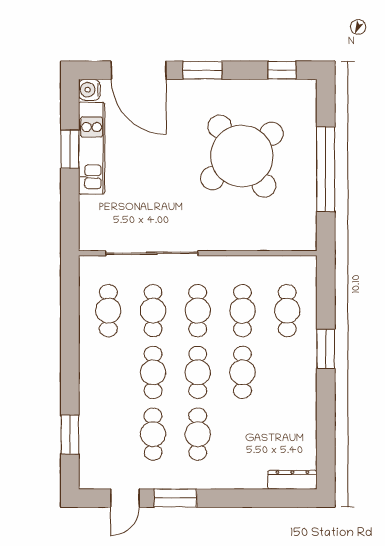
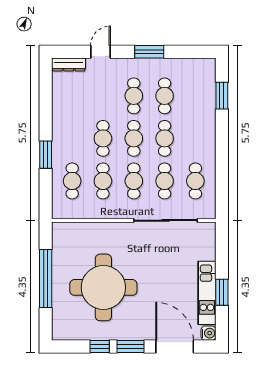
window: (282, 70) -> (100, 347), moved
round table: (242, 156) -> (103, 287), turned 37
door: (125, 498) -> (101, 52), moved

